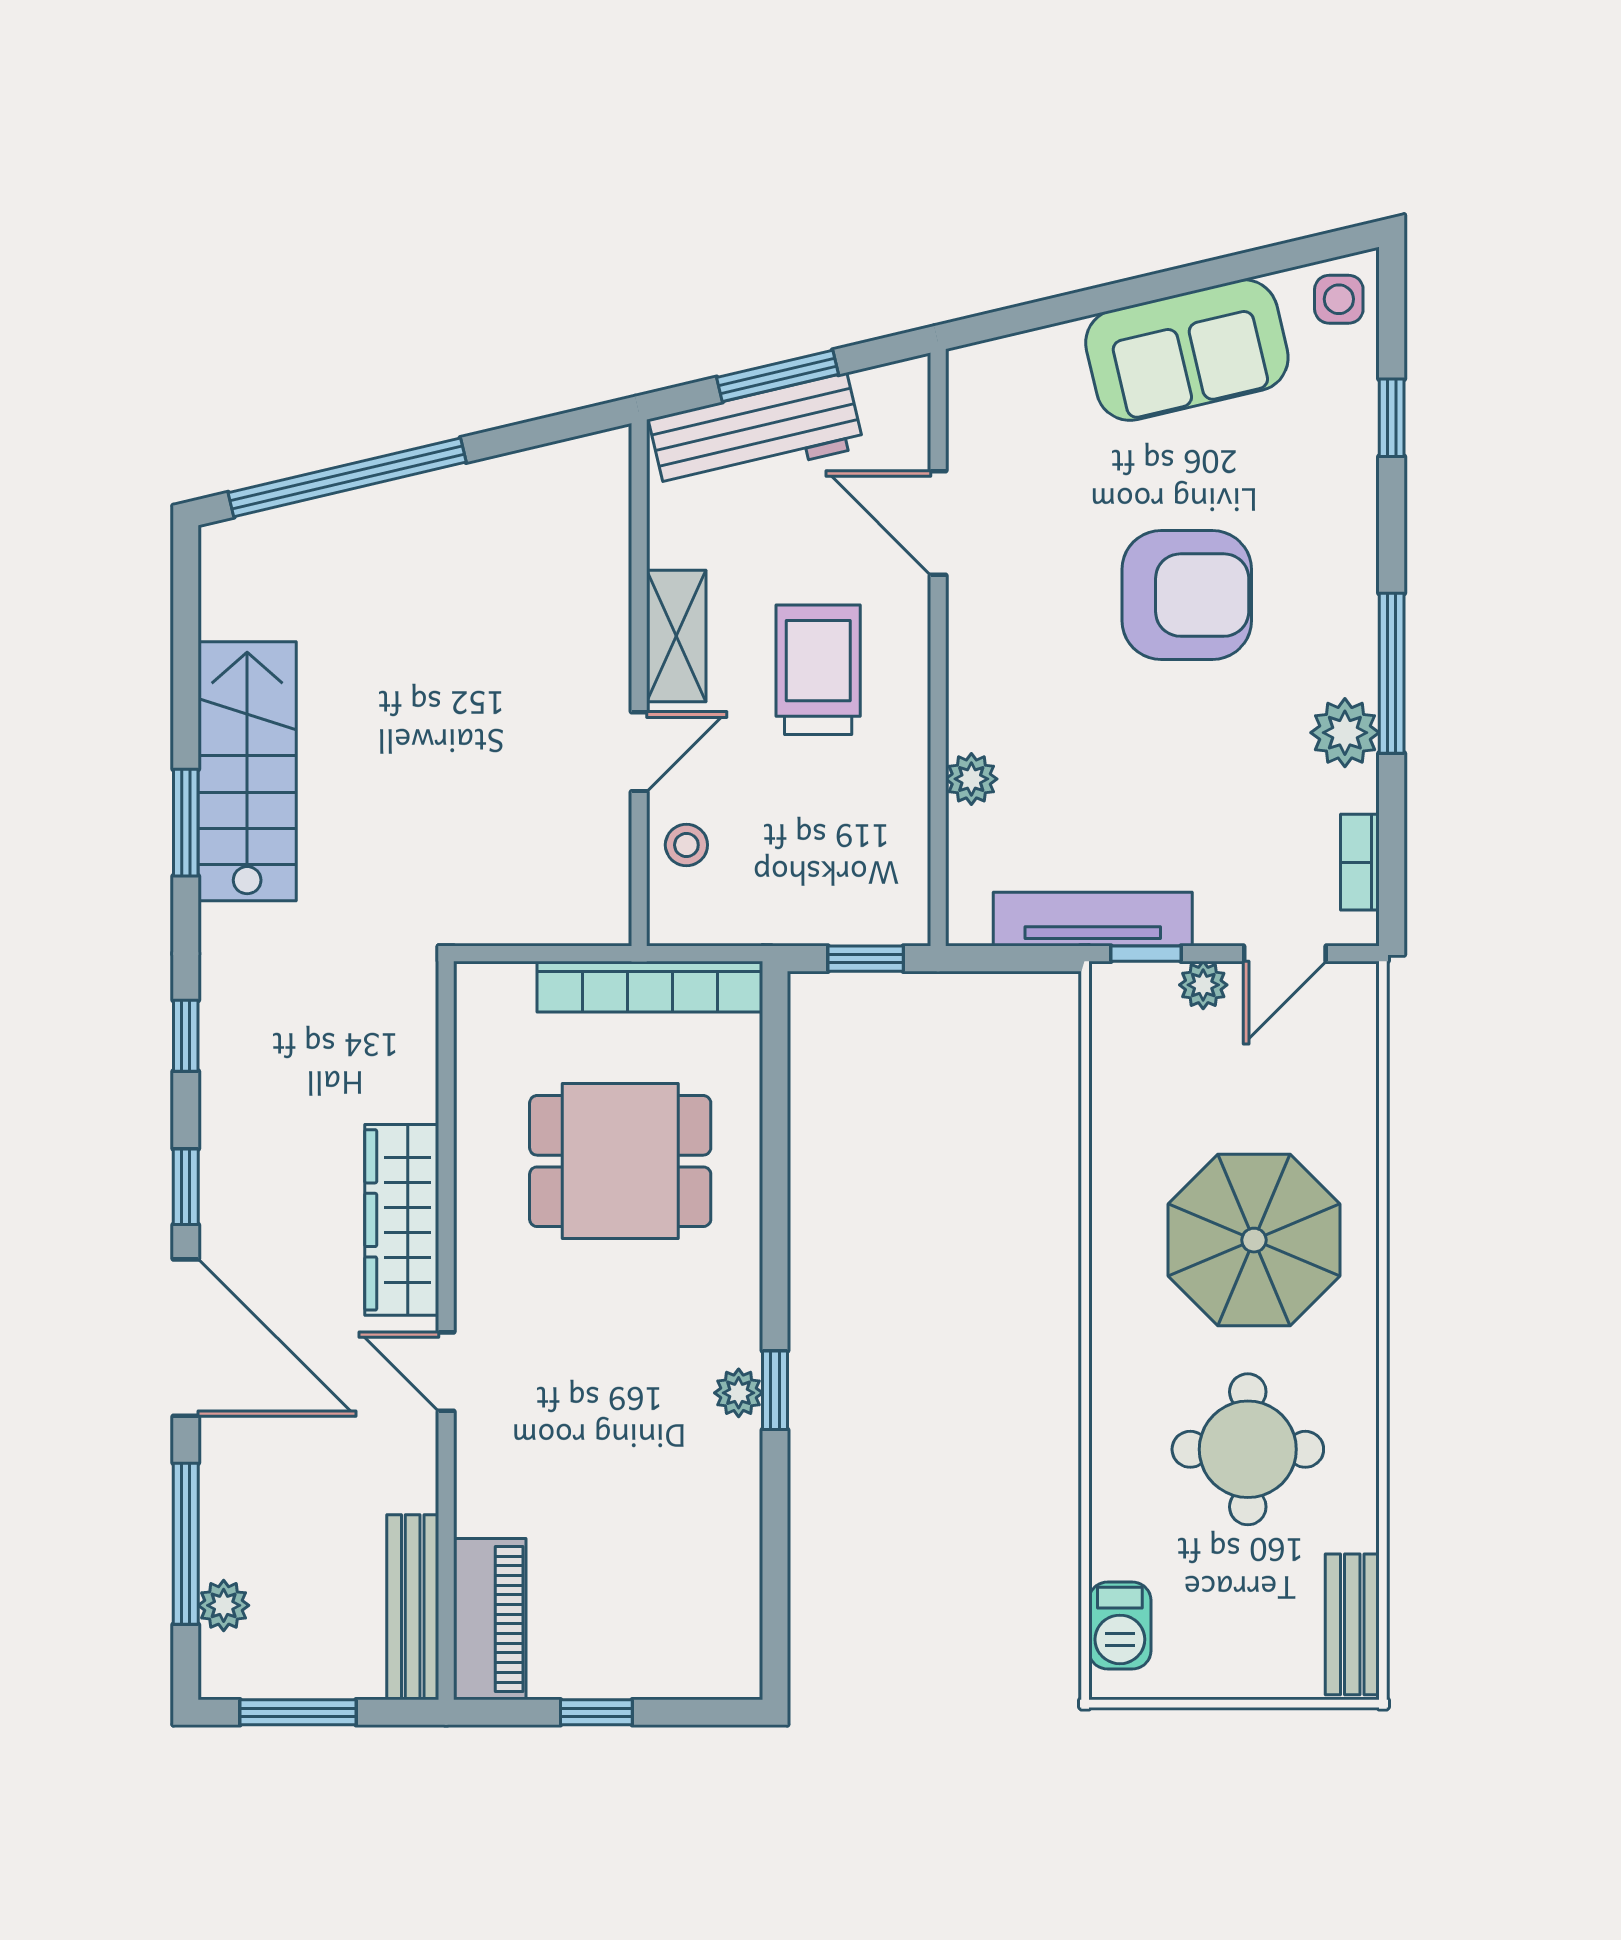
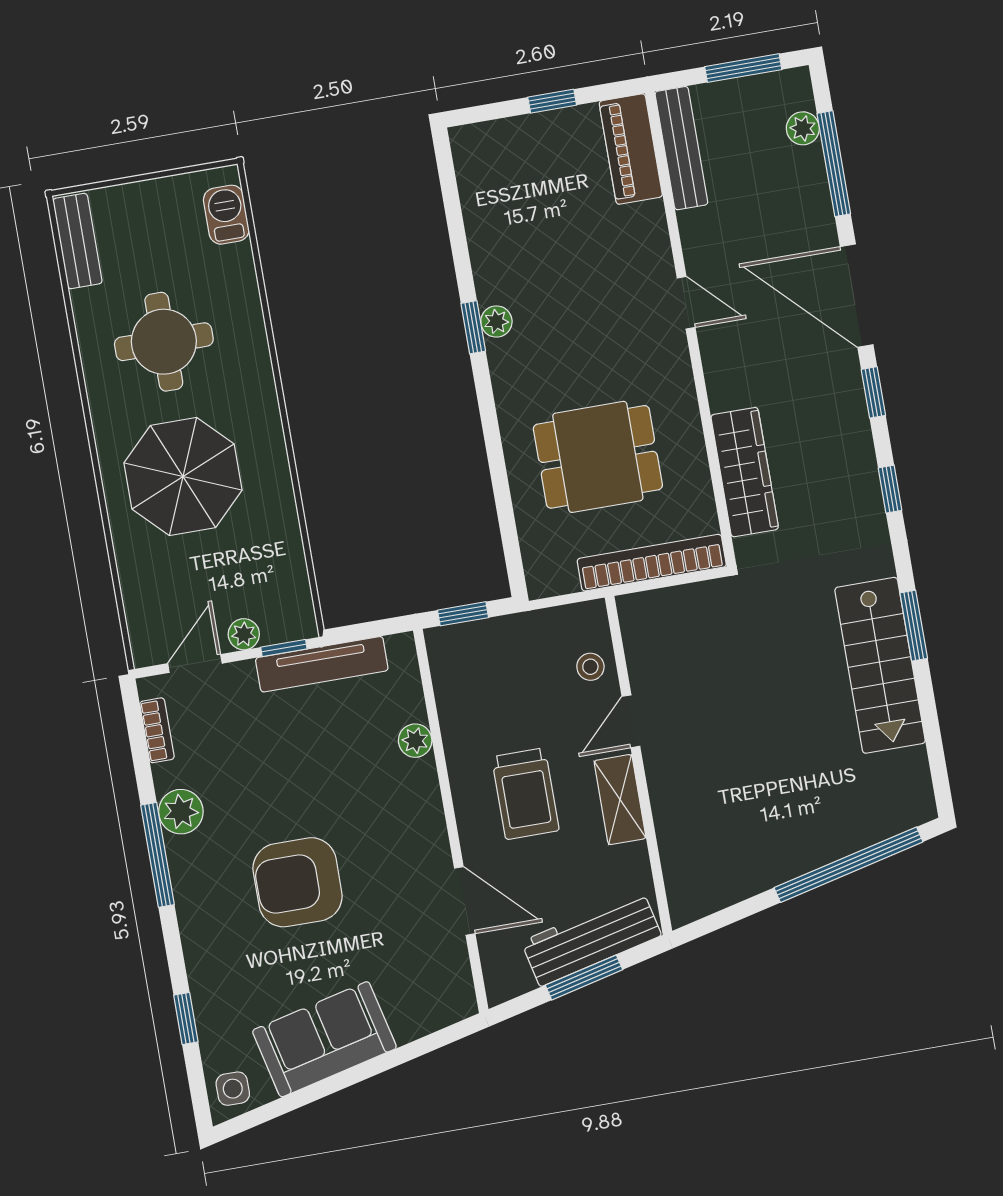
bookcase: (650, 987) -> (652, 563), moved
wardrobe: (402, 1220) -> (745, 472), moved

